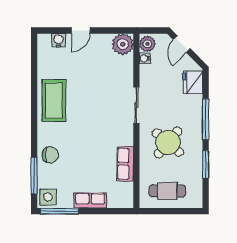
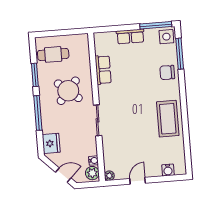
door: (81, 31) -> (138, 181), moved
plant: (123, 44) -> (109, 176), width x0.53, depth x0.53
door: (182, 44) -> (63, 175), hinge flipped
cafe table: (167, 191) -> (53, 54), moved

